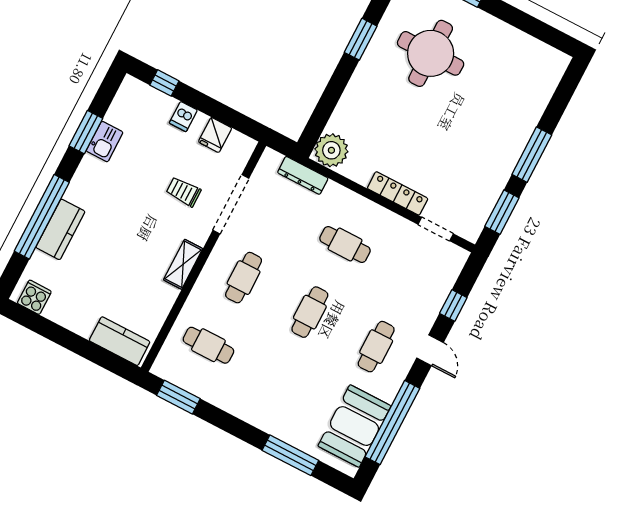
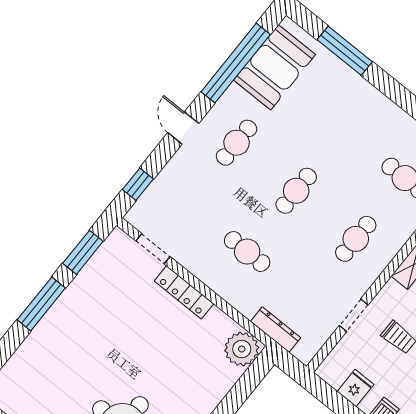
doorway: (231, 204) -> (354, 315), width x0.53
window: (453, 306) -> (138, 184), moved

